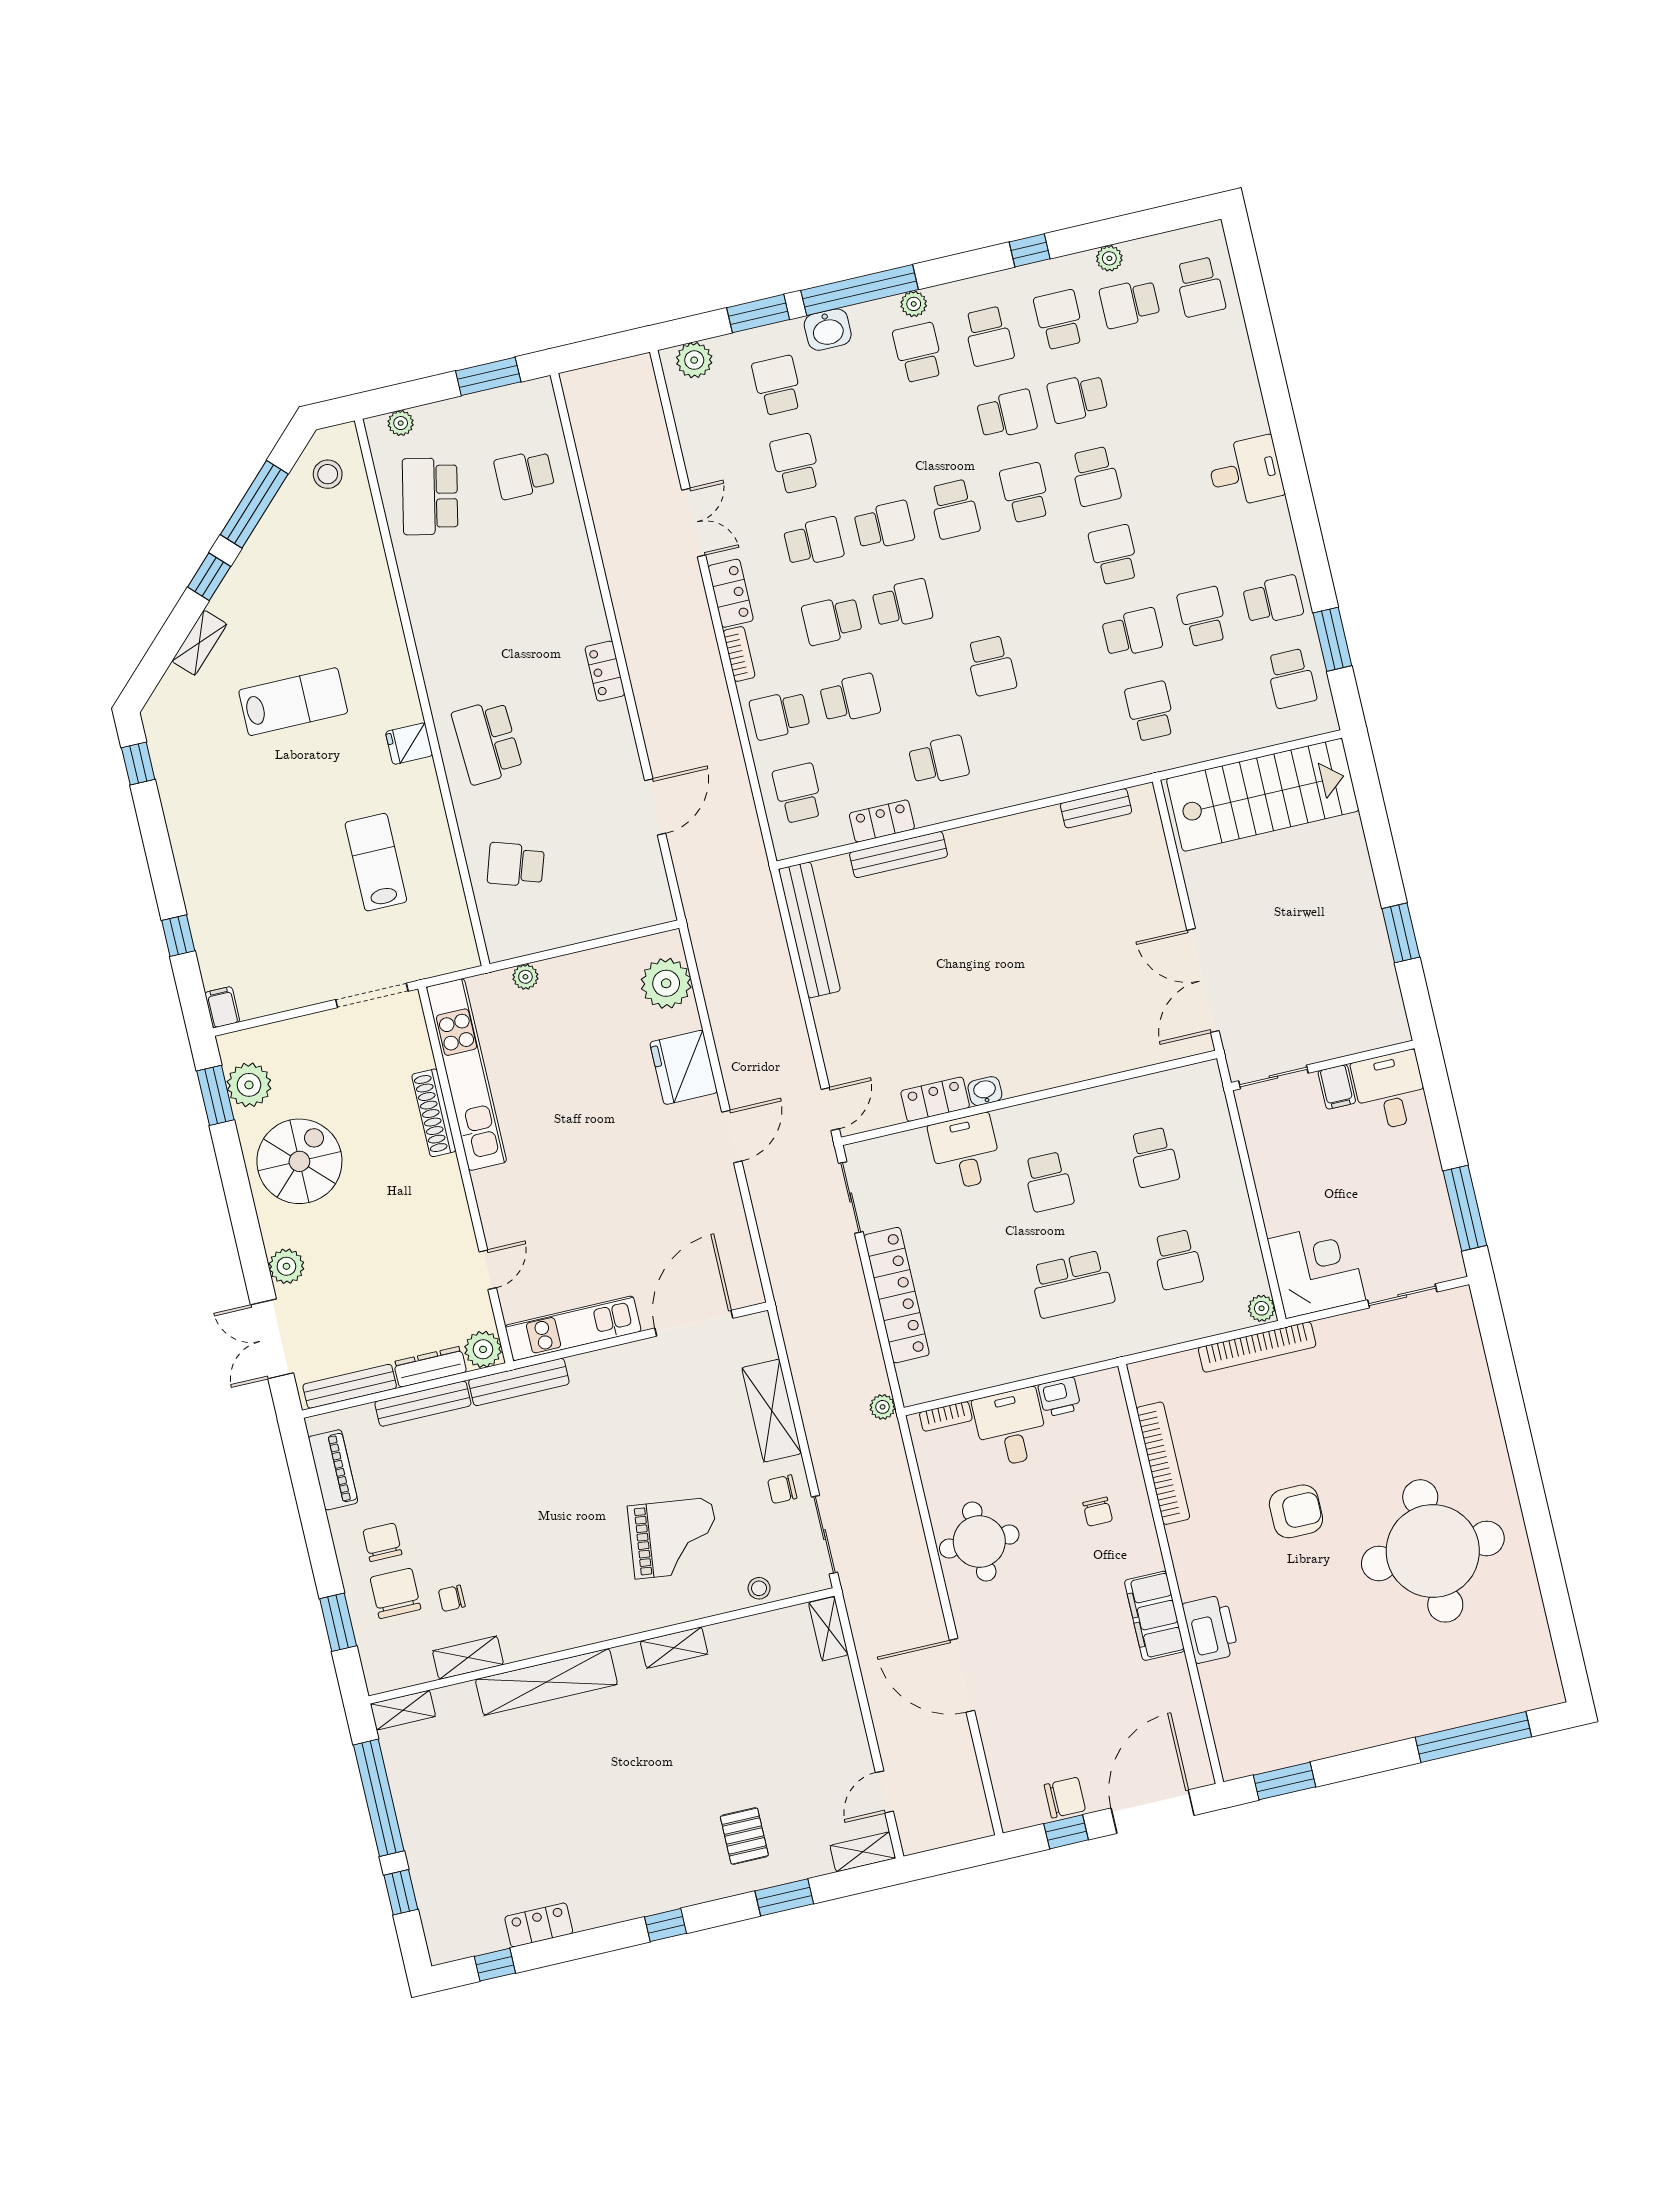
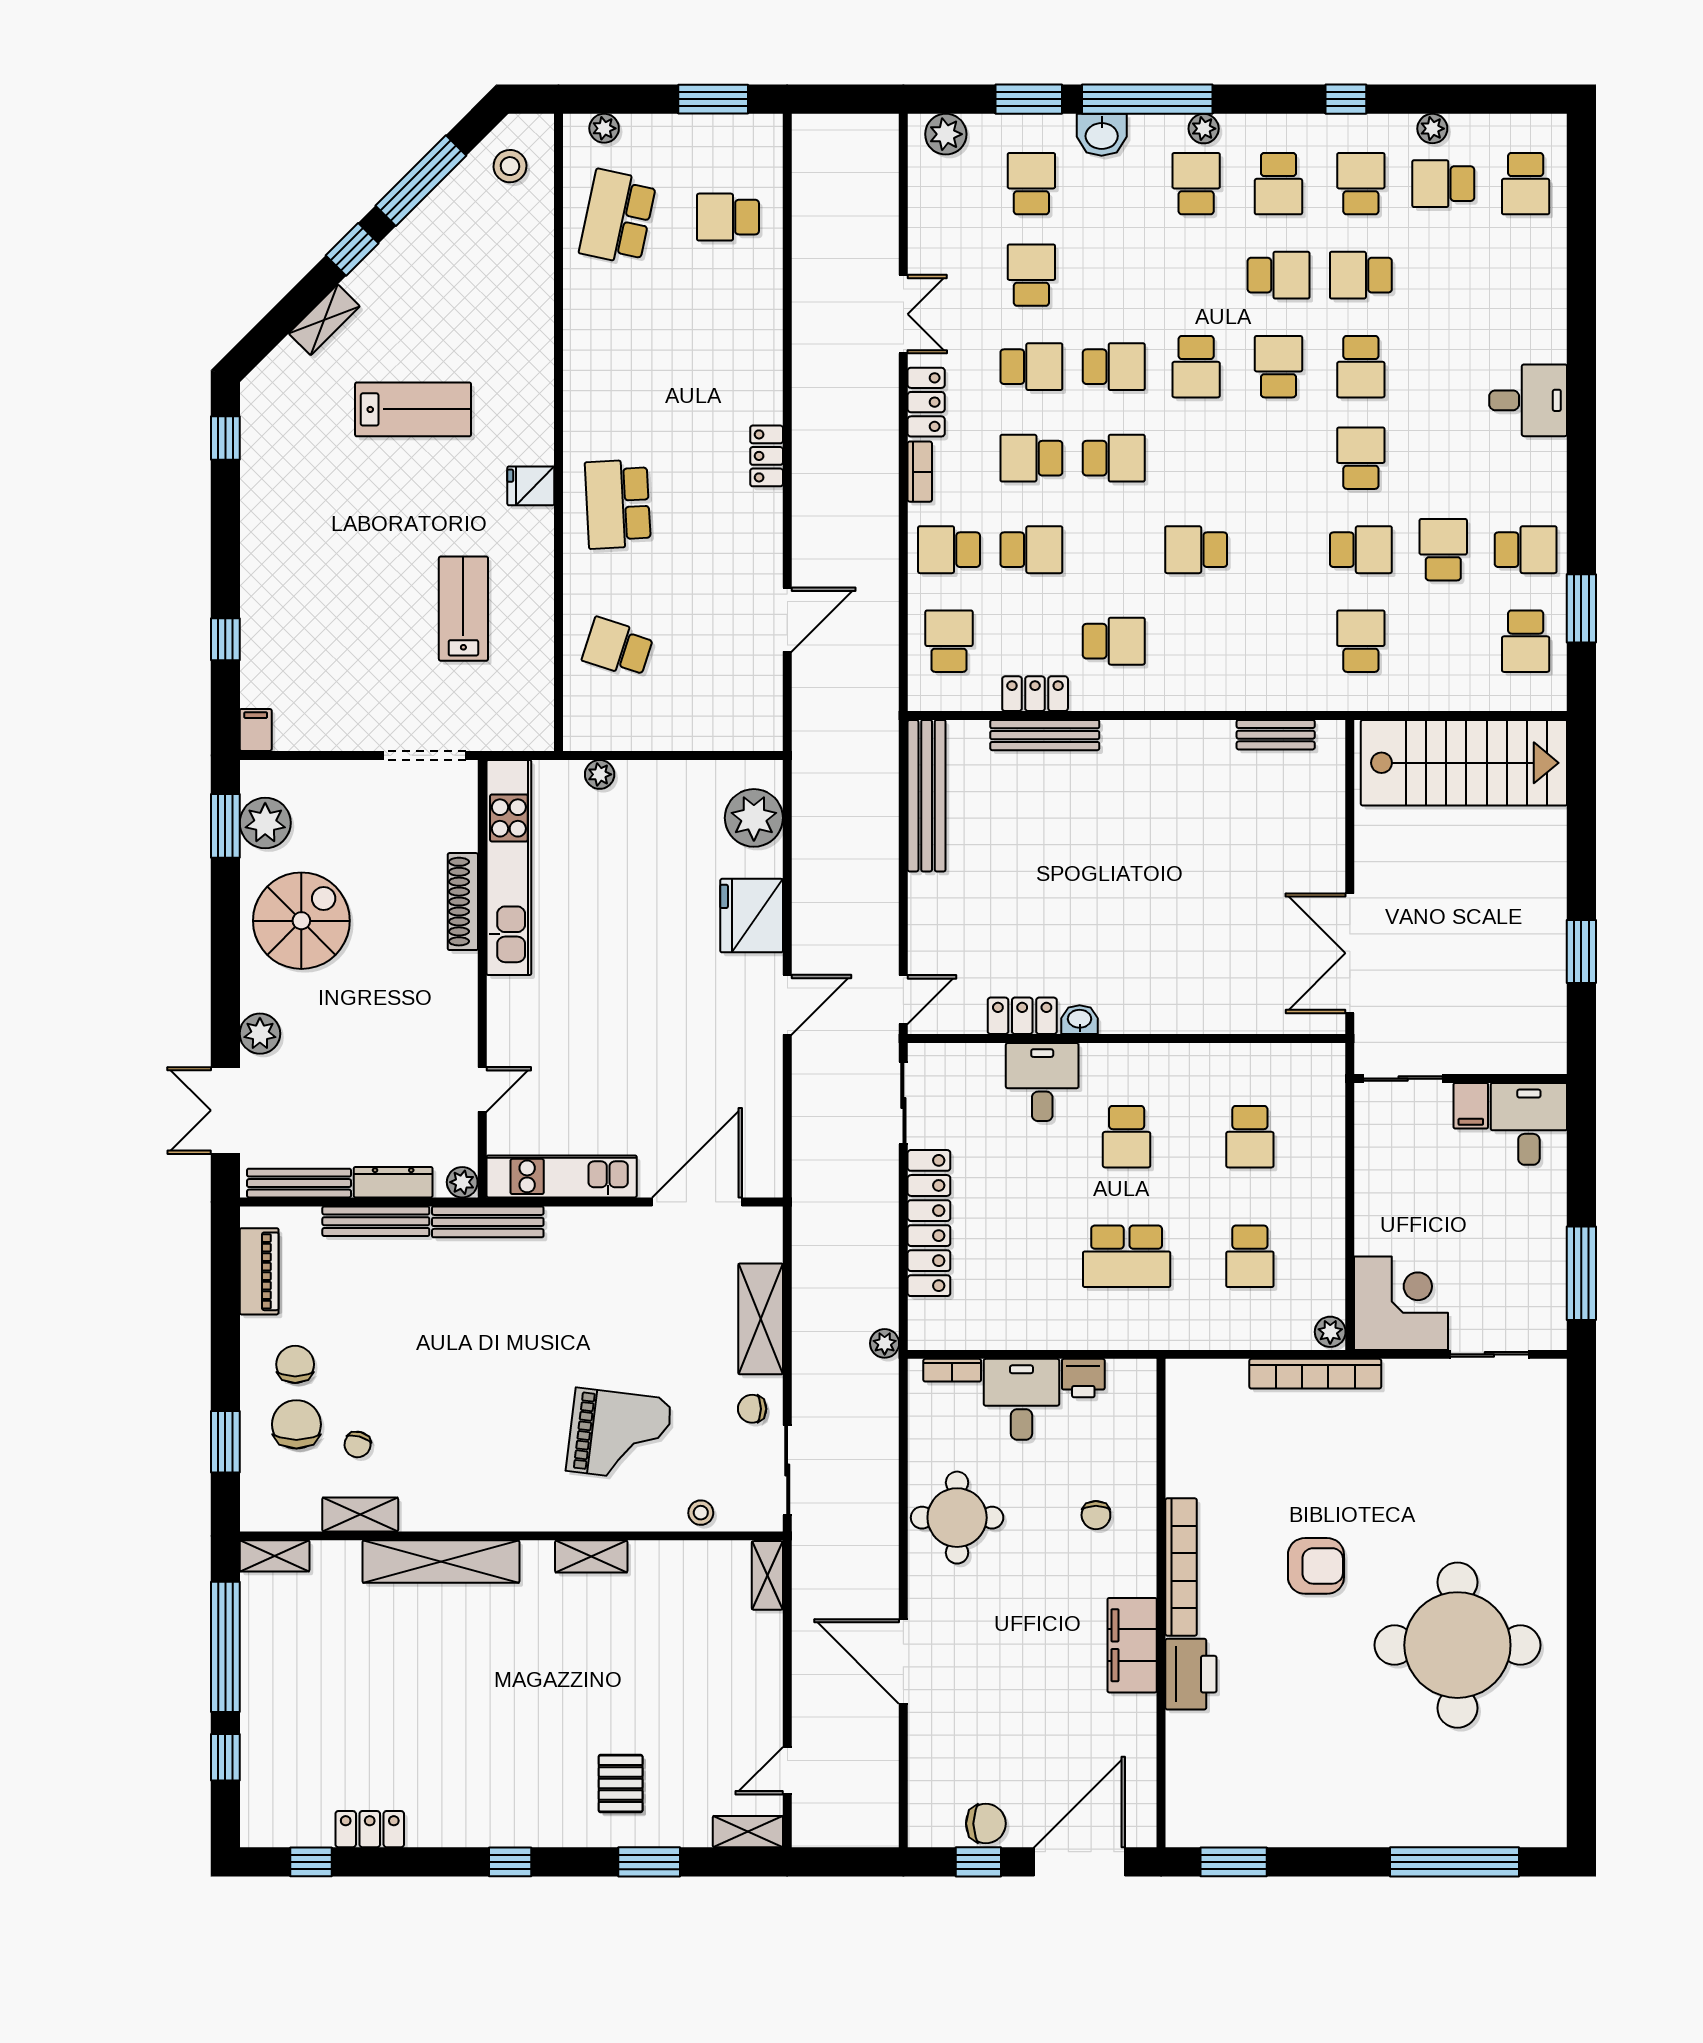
school desk: (991, 666) -> (1196, 550), turned 90
plant: (483, 1349) -> (462, 1182), width x0.73, depth x0.73
bookcase: (1163, 1463) -> (1181, 1567), moved
chair: (452, 1598) -> (358, 1444), turned -75

